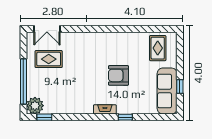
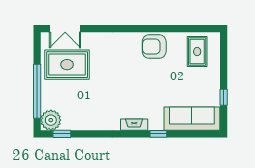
rug: (49, 59) -> (67, 65), width x1.36, depth x1.43
armchair: (118, 75) -> (154, 47), moved
sofa: (167, 91) -> (192, 119), moved, turned 90

